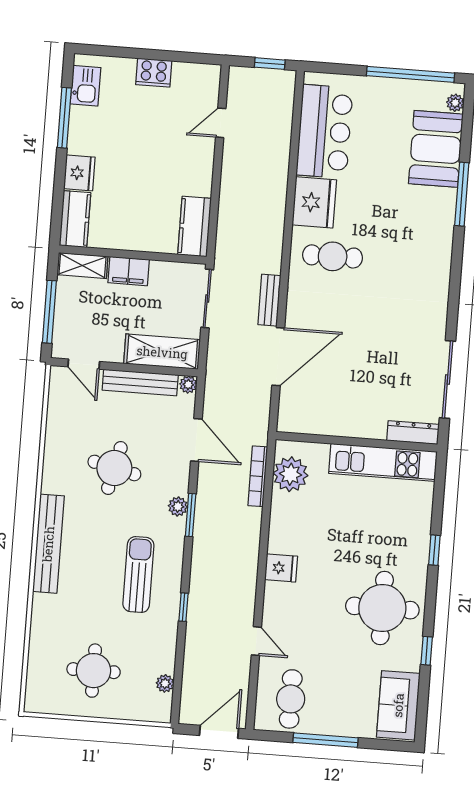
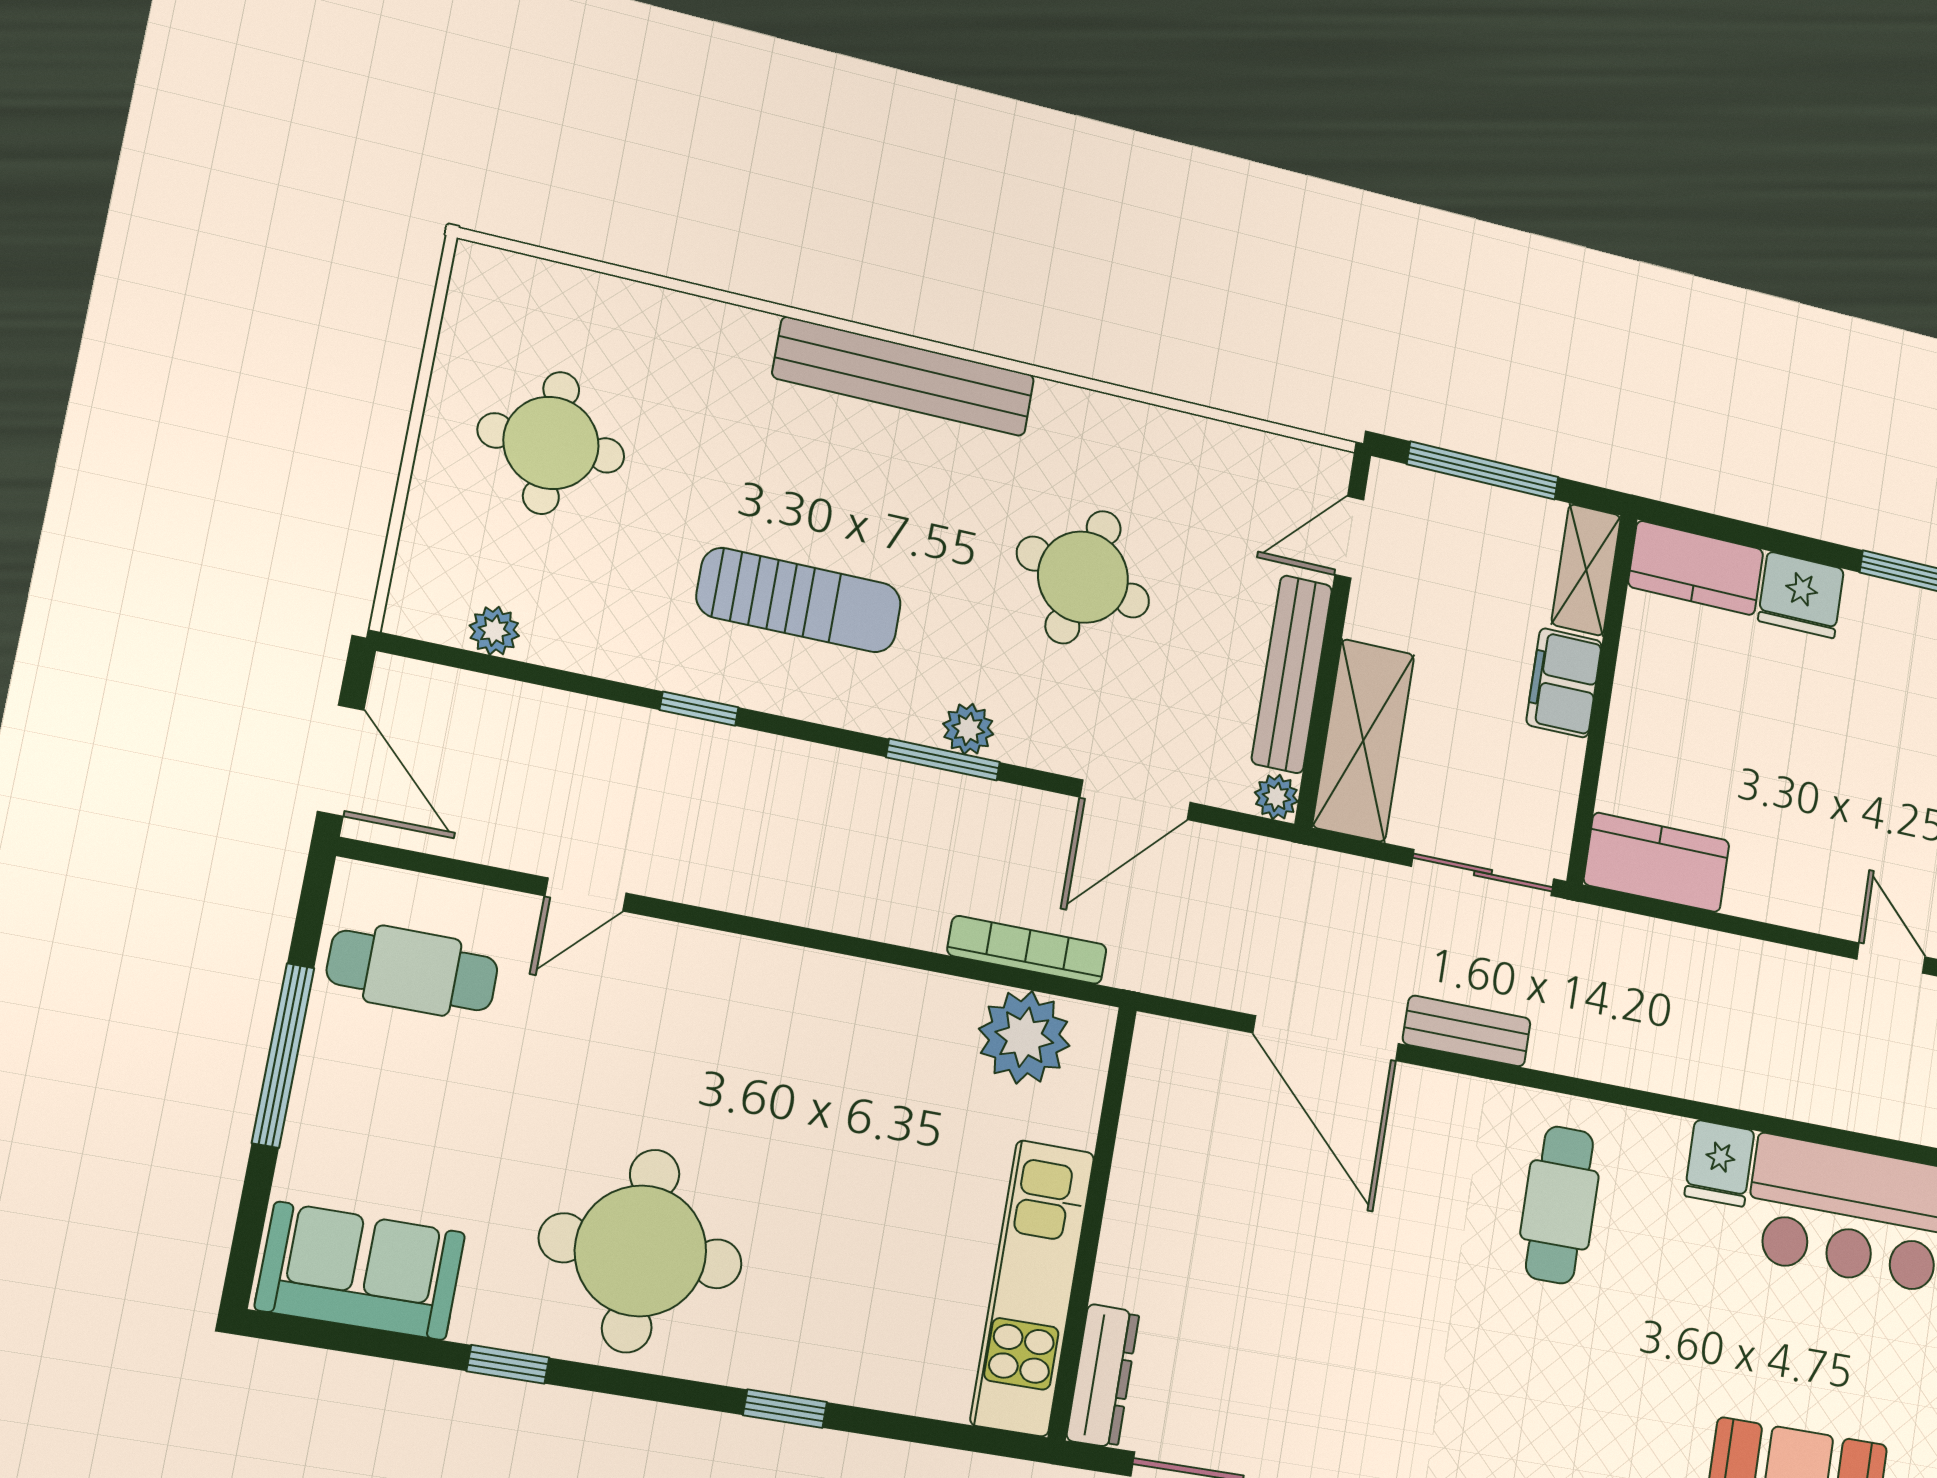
fridge: (314, 202) -> (1719, 1163), width x0.53, depth x0.75
fridge: (281, 568) -> (778, 985), removed

